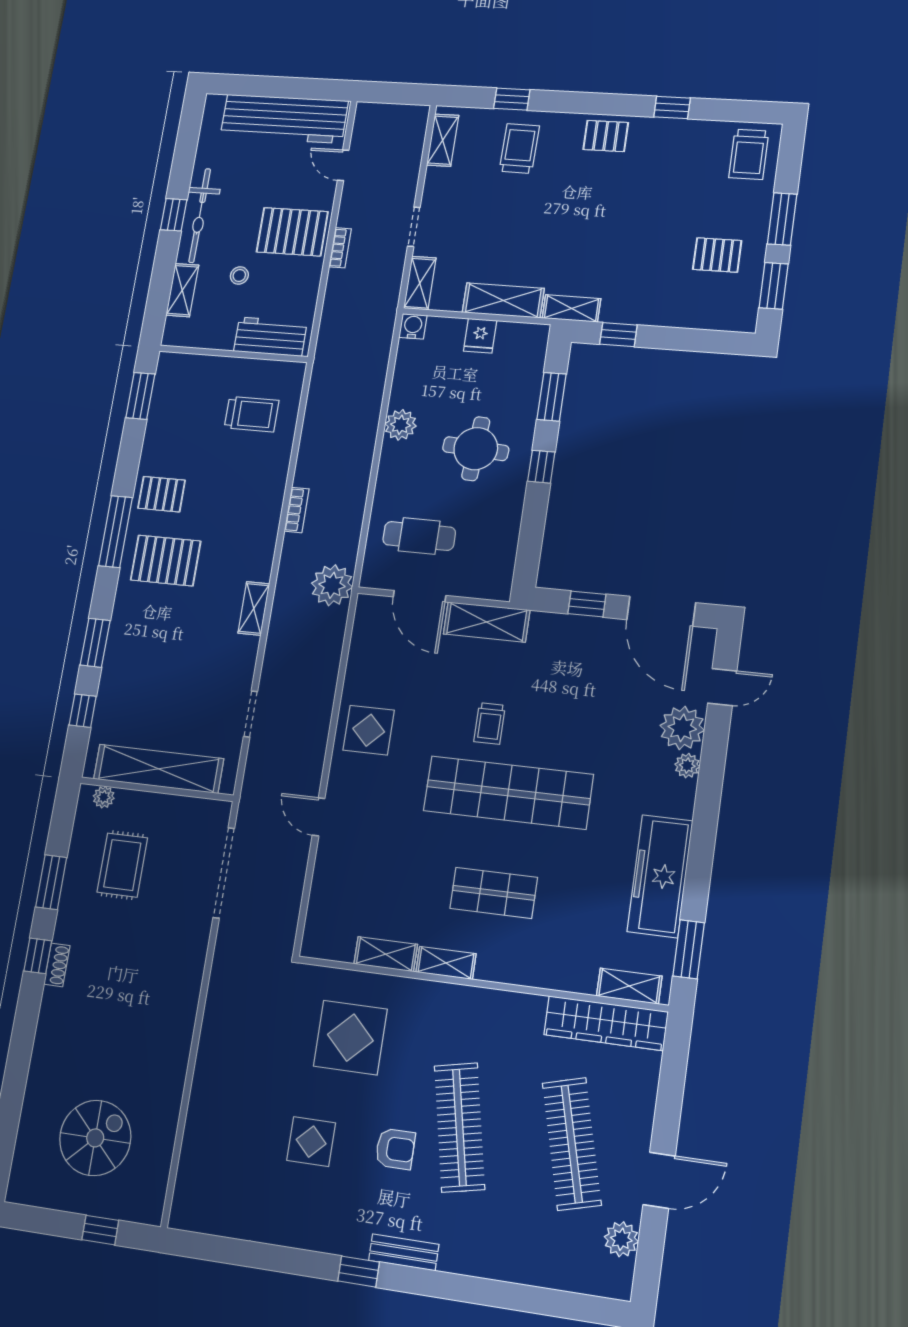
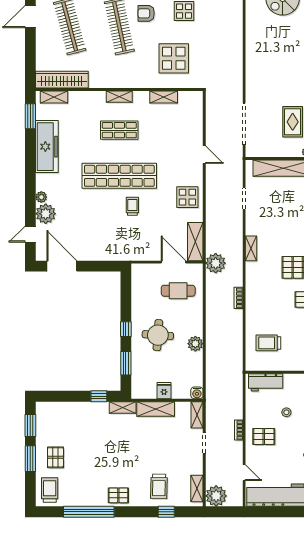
window: (672, 107) -> (89, 512), width x3.17
plant: (406, 124) -> (216, 496), added
pallet: (292, 232) -> (264, 437), width x0.67, depth x0.71
pallet: (717, 255) -> (55, 457), moved, turned 90
window: (587, 604) -> (96, 266), removed
shelving: (487, 622) -> (195, 242), moved, turned 90
shelving: (446, 963) -> (119, 97), moved

